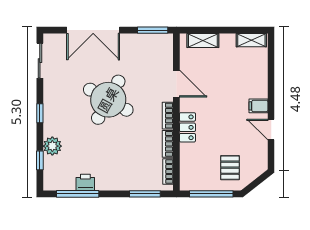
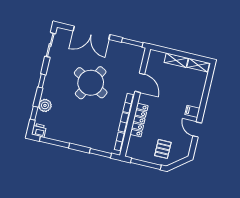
shelving: (203, 41) -> (176, 60), moved
locker: (187, 127) -> (139, 120), width x1.53
printer: (85, 182) -> (39, 130), moved

